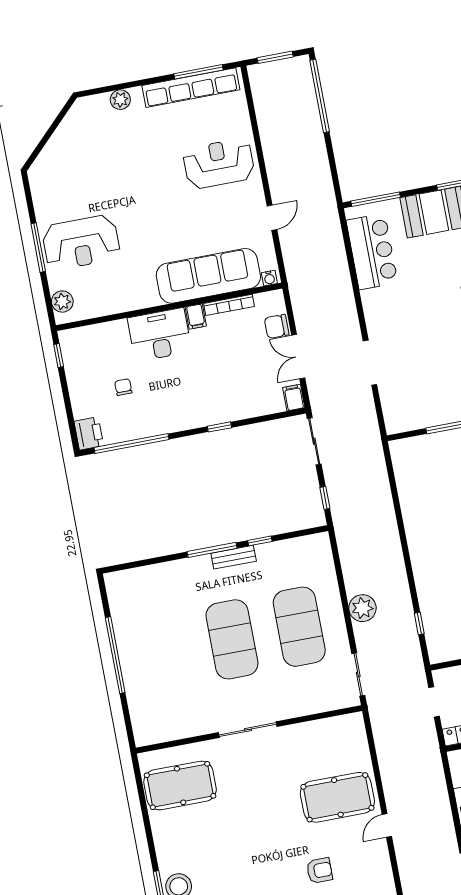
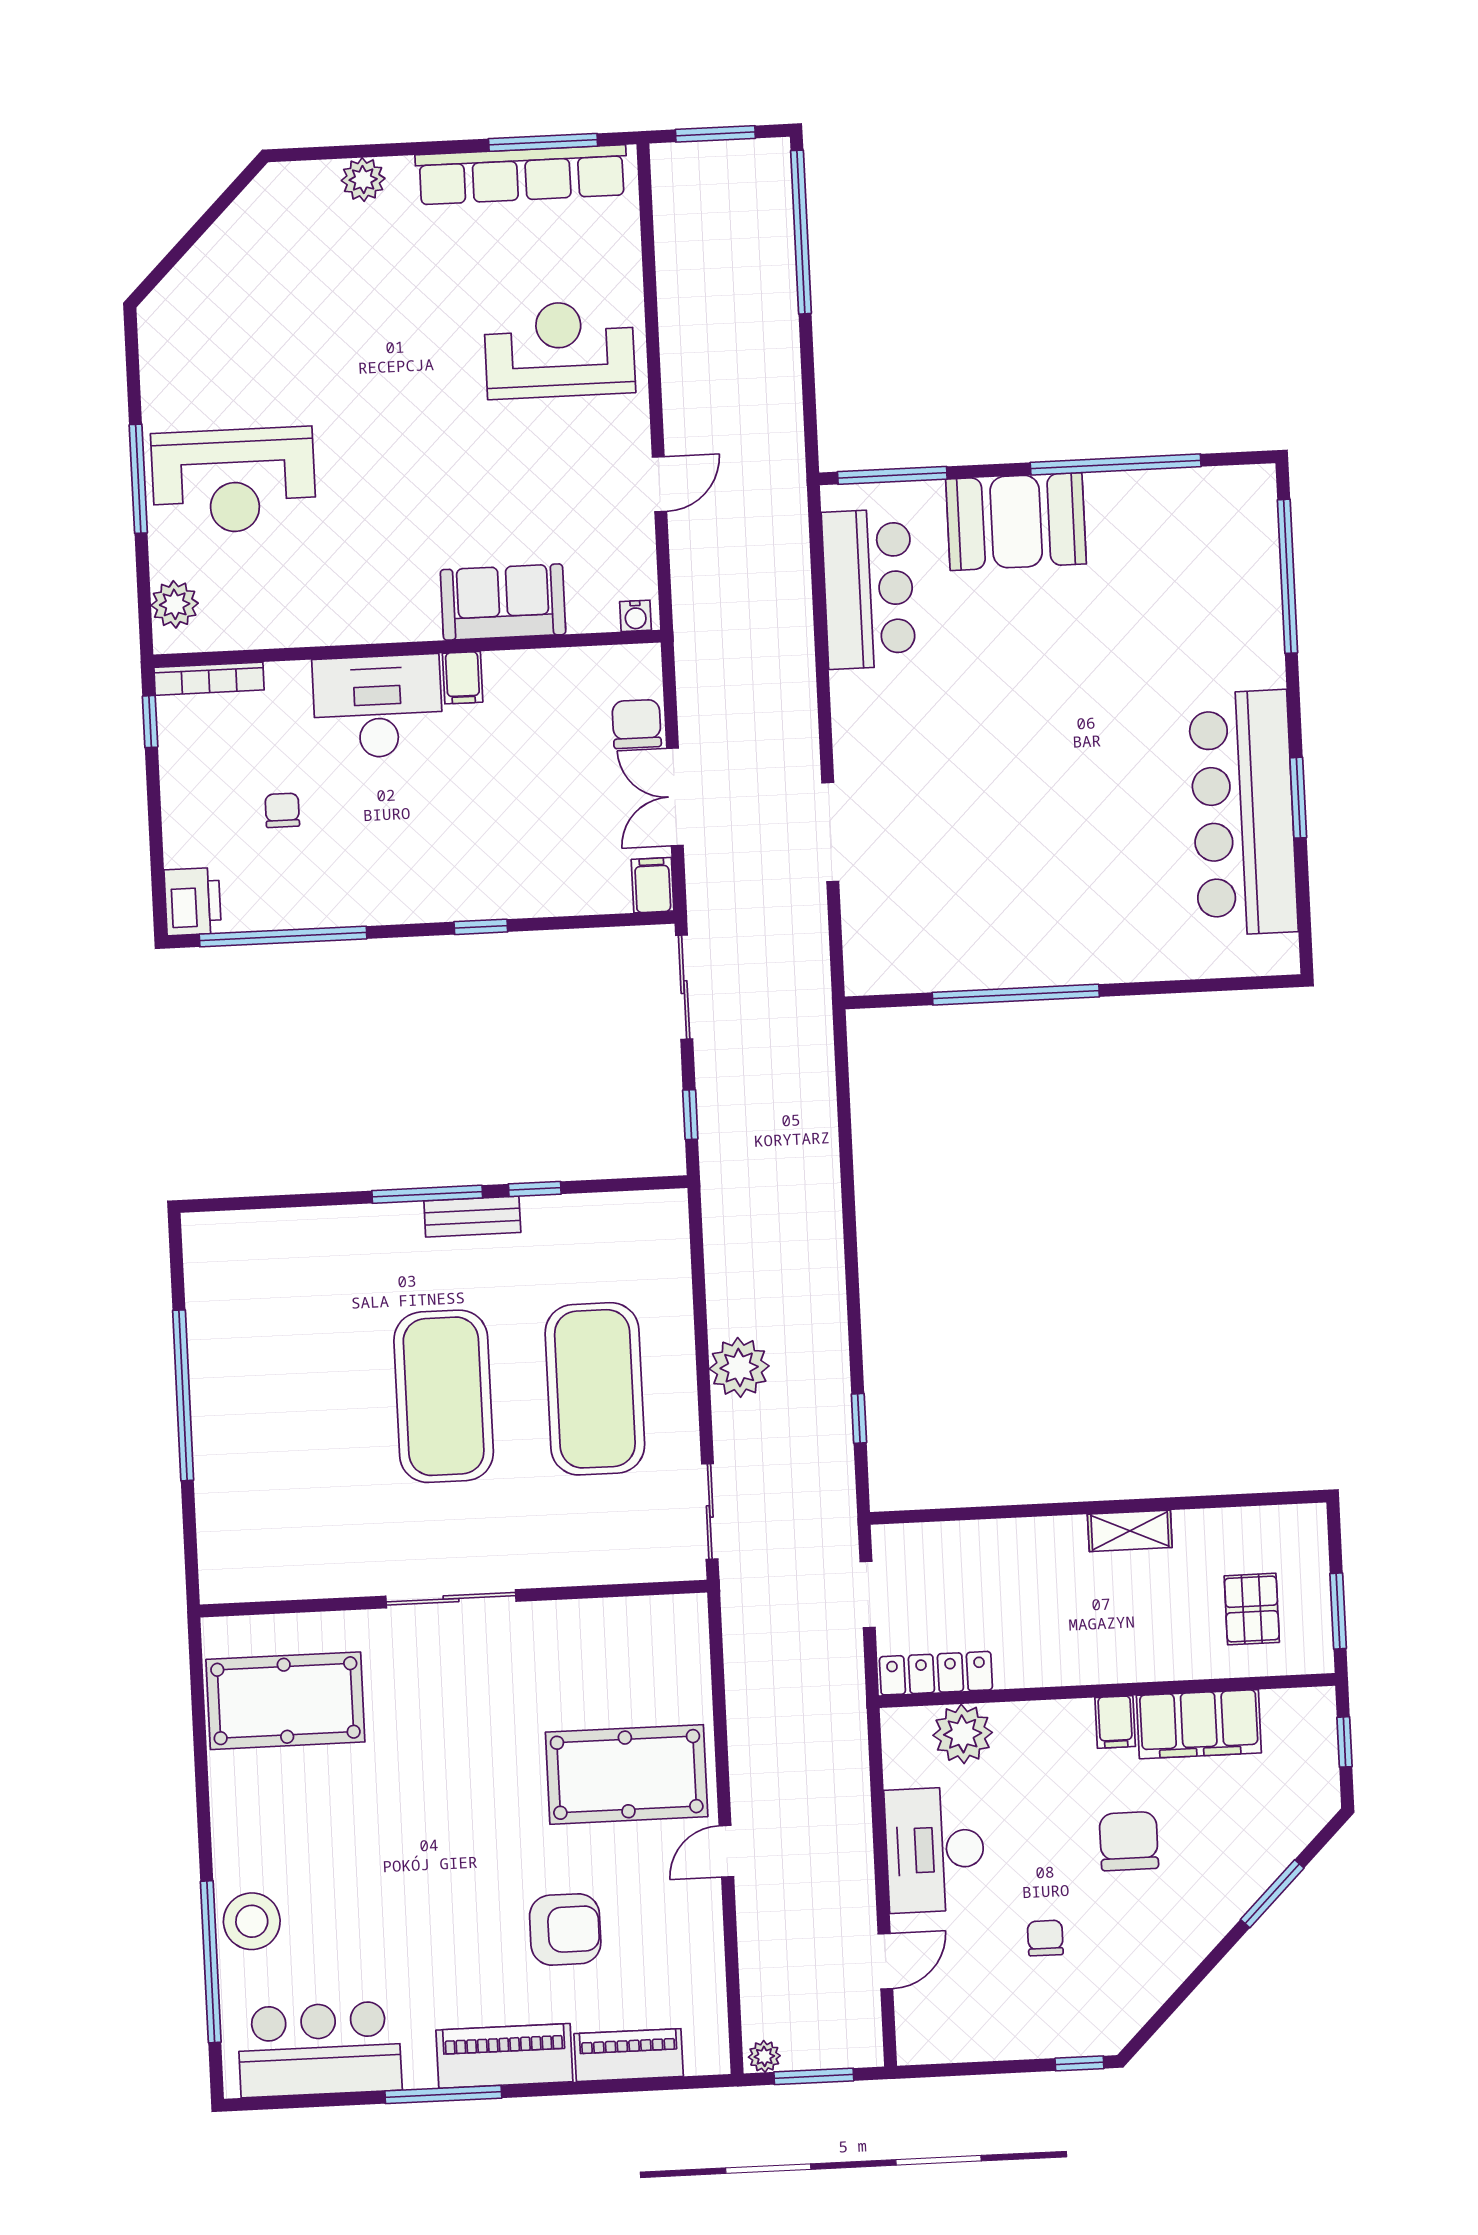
sofa: (208, 276) -> (503, 602), width x0.54, depth x0.79
bookcase: (229, 305) -> (209, 679), moved
chair: (277, 326) -> (637, 724), turned 90
armchair: (319, 871) -> (565, 1929), width x1.38, depth x1.38

